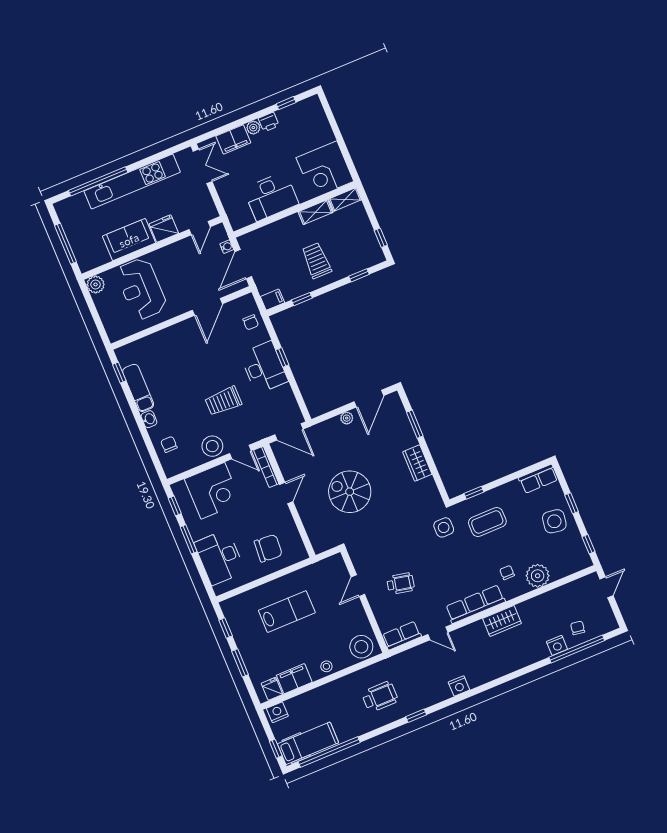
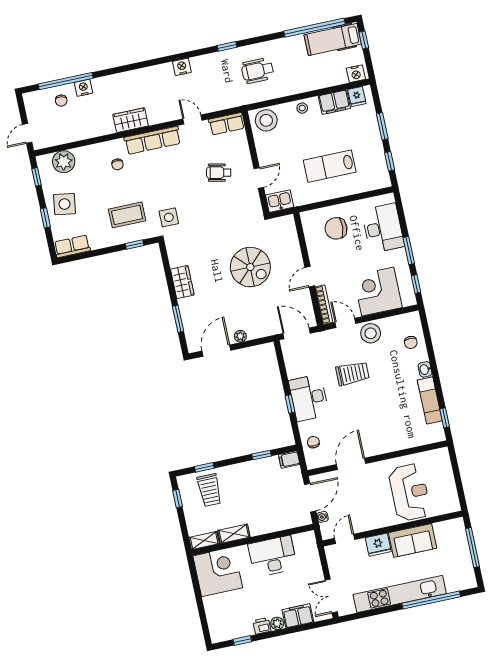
trolley: (317, 261) -> (209, 490), moved
plant: (96, 285) -> (452, 504), removed
kitchen sink: (332, 566) -> (280, 201), added
plant: (538, 576) -> (64, 162), moved

